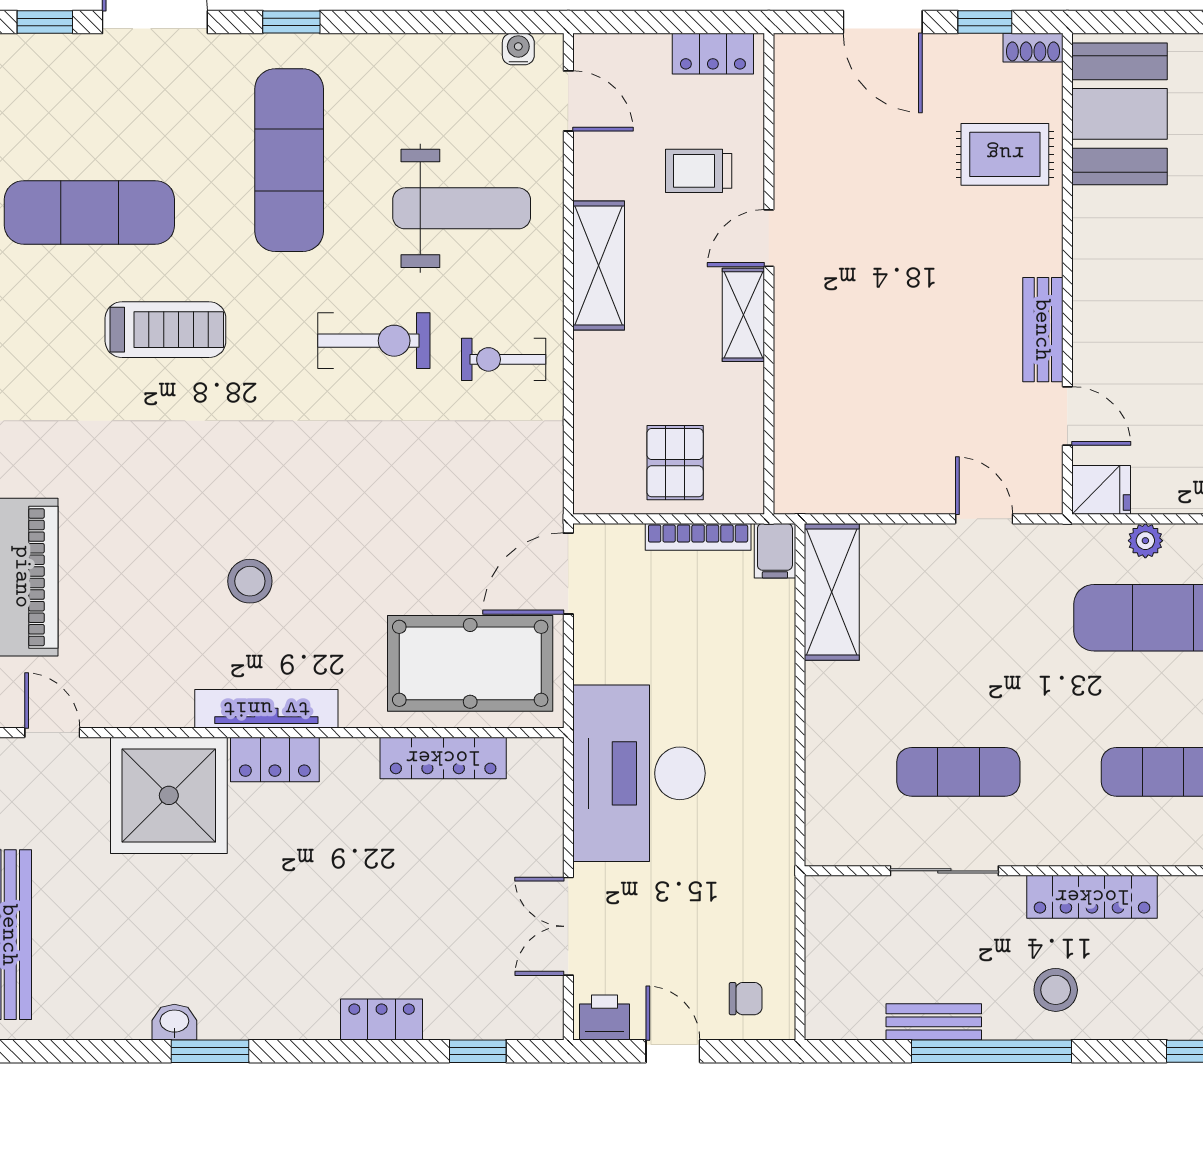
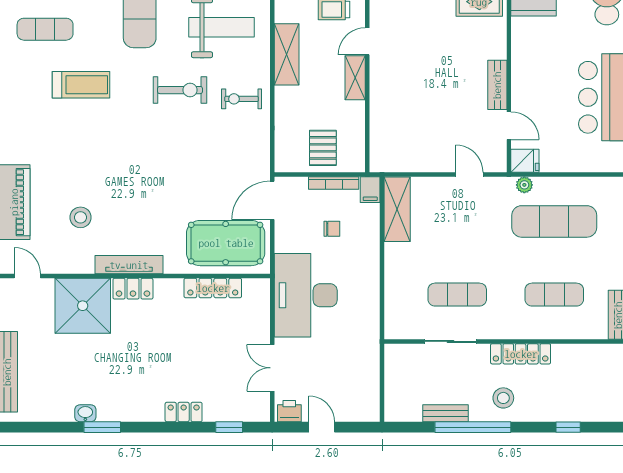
exercise mat: (89, 212) -> (45, 29), width x0.73, depth x0.69
plant: (1145, 541) -> (524, 185), moved
stool: (250, 581) -> (80, 217), moved
chair: (746, 999) -> (332, 229), moved

